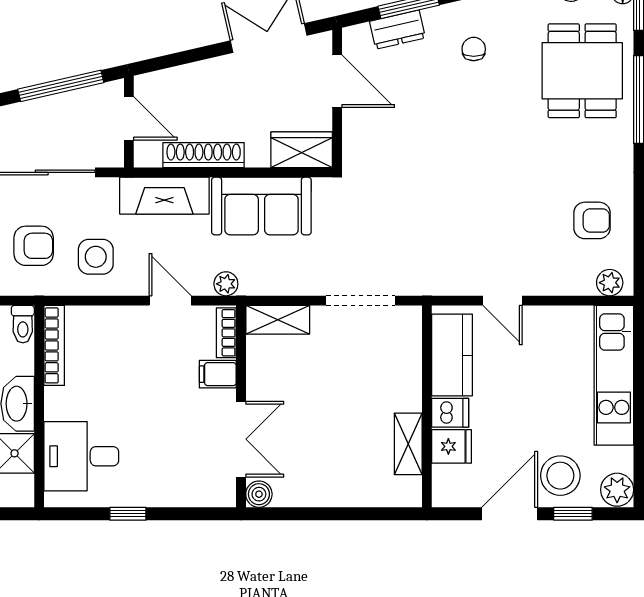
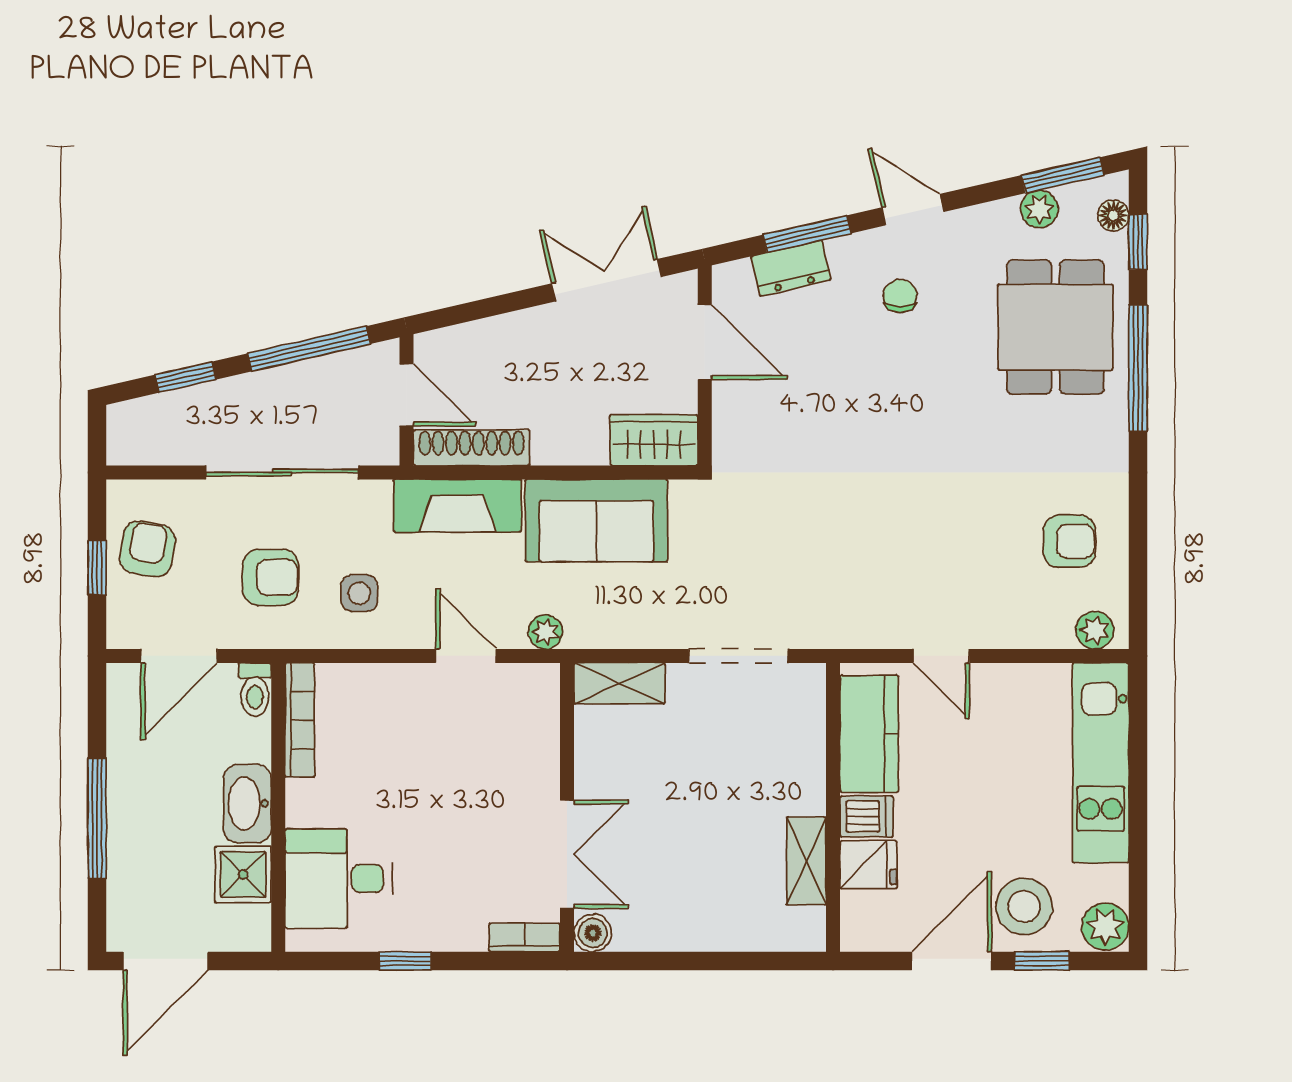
shoe rack: (204, 155) -> (472, 448), moved
side table: (96, 257) -> (359, 593), width x0.73, depth x0.73
bookcase: (226, 333) -> (525, 937), moved, turned 90
filing cabinet: (218, 374) -> (534, 761), removed

